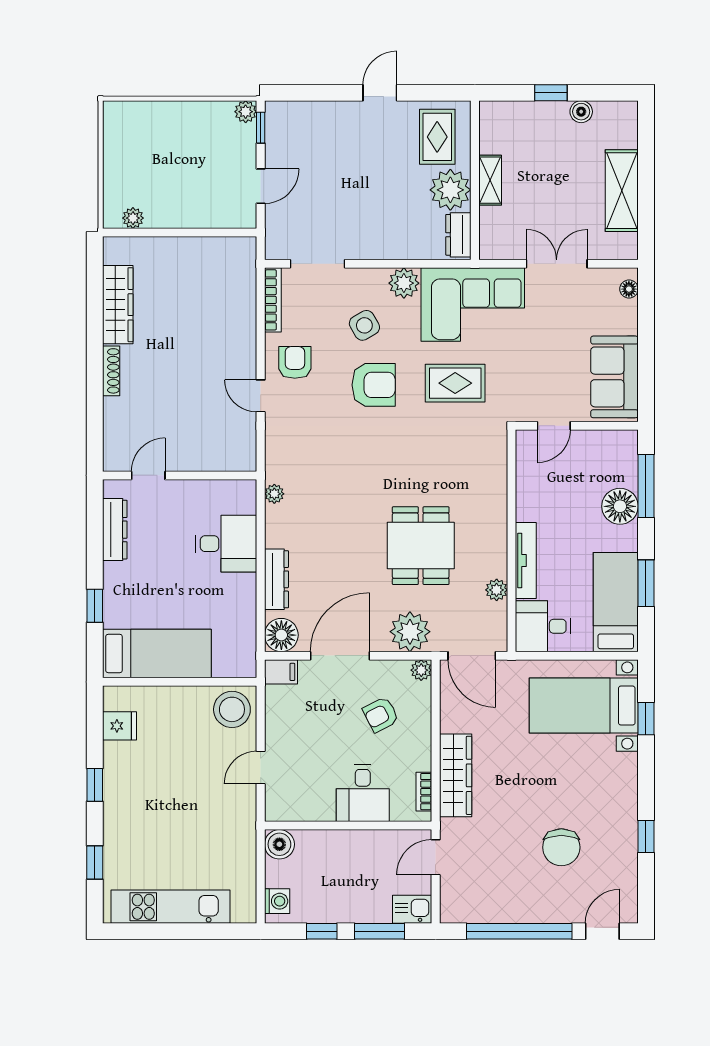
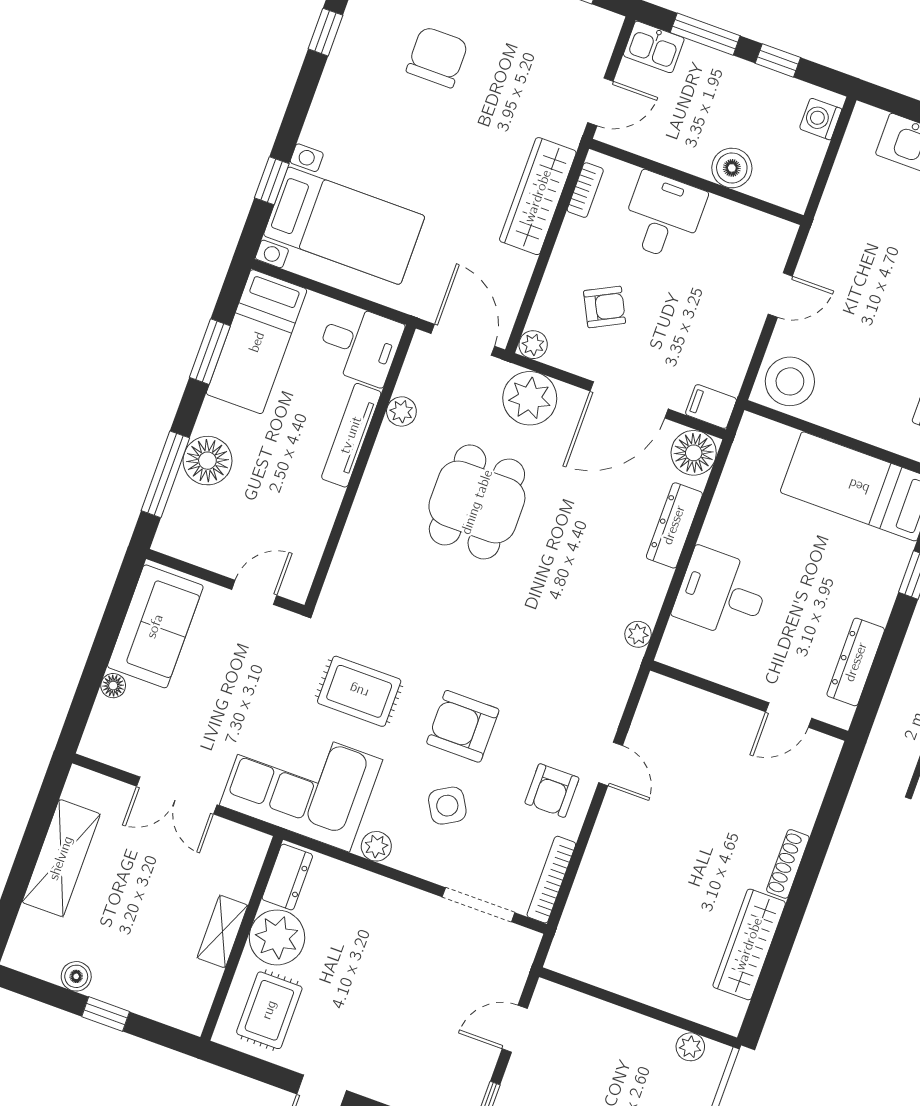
plant: (404, 283) -> (376, 846), width x0.73, depth x0.73
floor lamp: (629, 289) -> (113, 686), moved
boiler: (279, 844) -> (732, 168), moved

